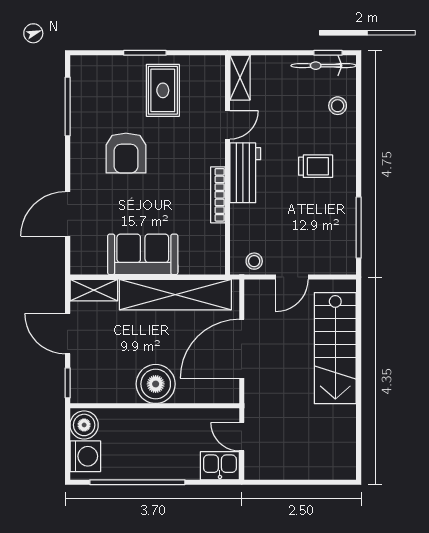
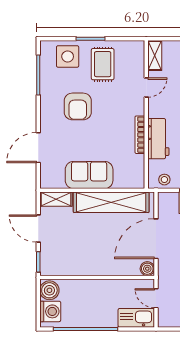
side table: (111, 79) -> (68, 56), added
workbench: (245, 173) -> (158, 139), moved
boiler: (156, 384) -> (147, 269), moved, width x0.54, depth x0.54
kitchen sink: (220, 466) -> (136, 318), width x1.38

